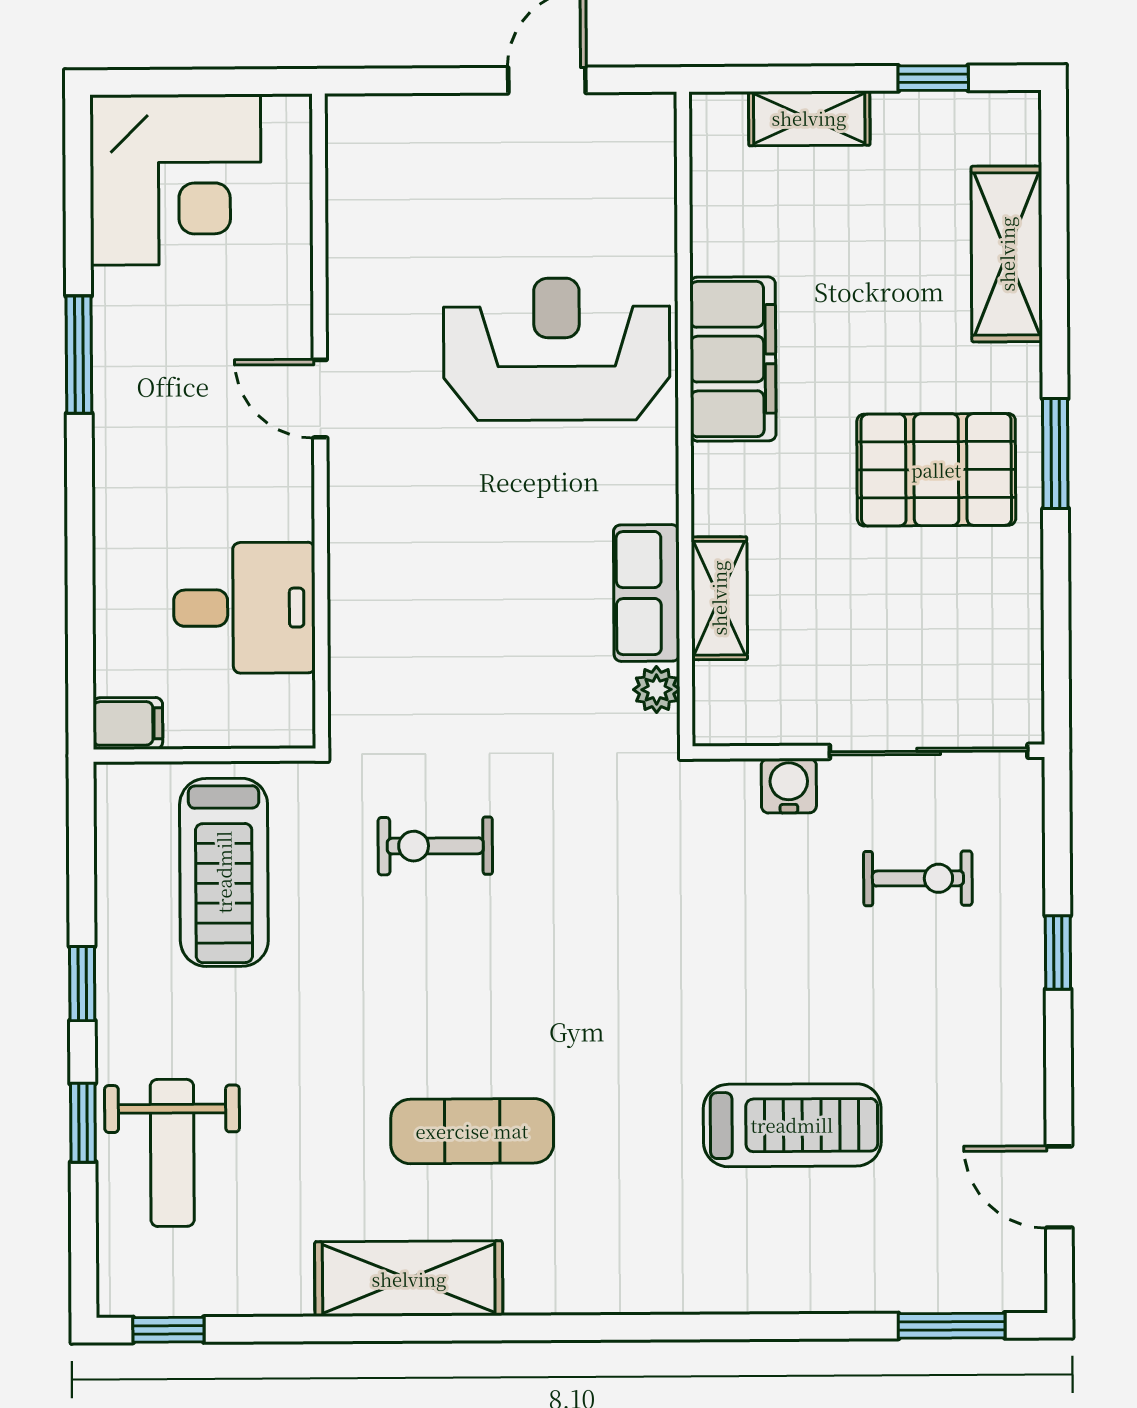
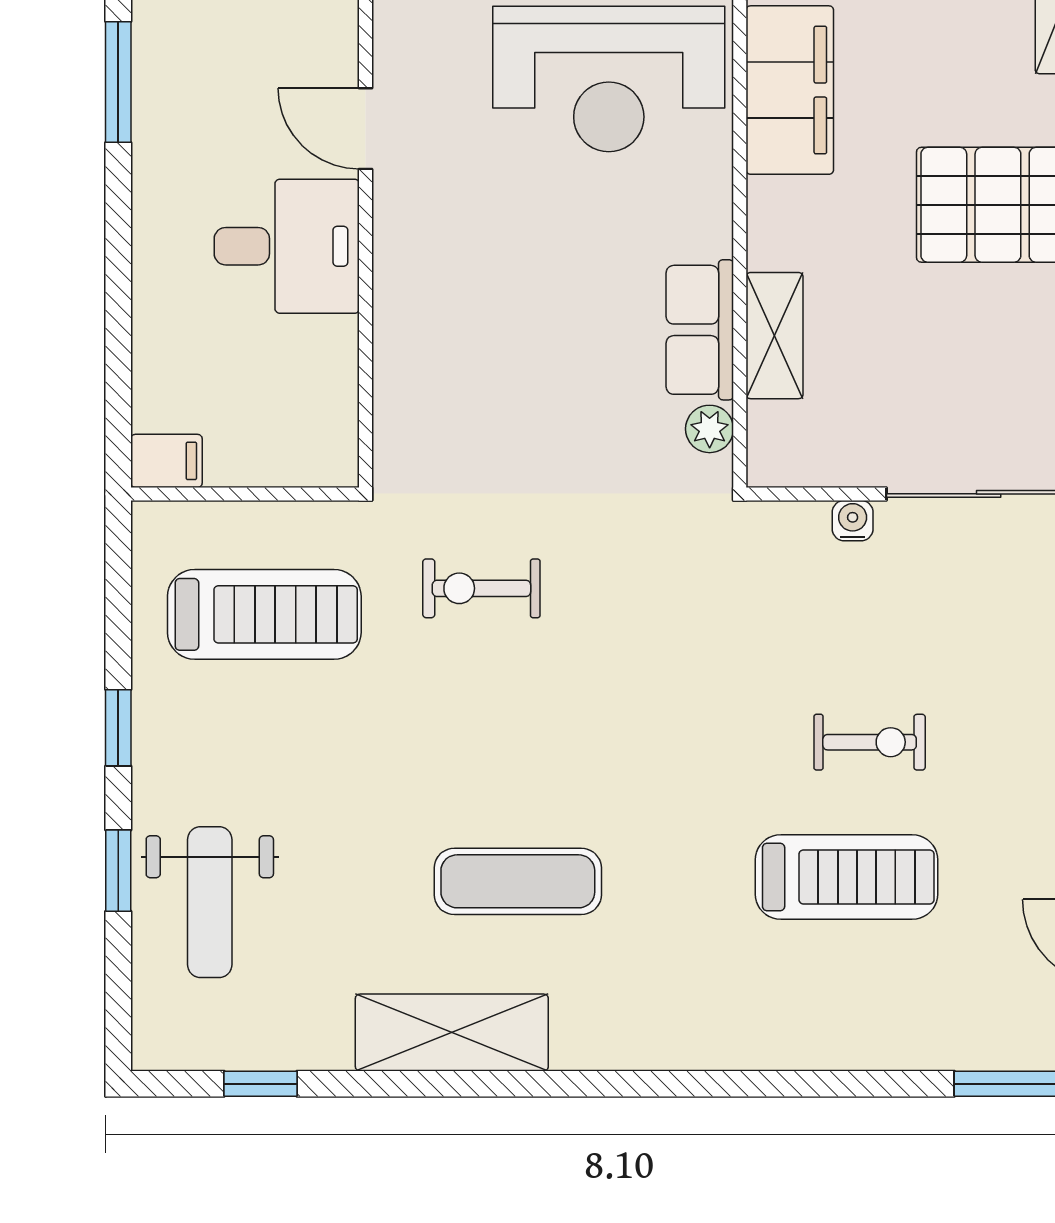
reception desk: (557, 349) -> (609, 79), turned 180
desk: (244, 608) -> (287, 246), moved
water cooler: (789, 786) -> (853, 521), width x0.72, depth x0.72
treadmill: (224, 872) -> (264, 614), turned -90
exercise bike: (918, 878) -> (870, 742), moved
window: (168, 1330) -> (260, 1084), moved

